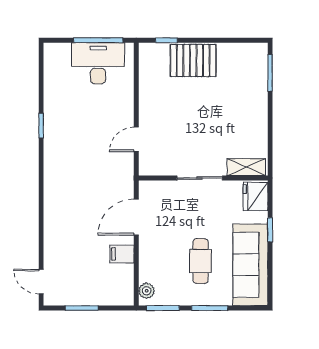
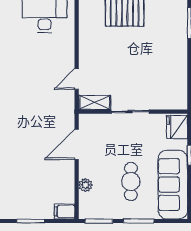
shelving: (246, 167) -> (95, 102), moved
filing cabinet: (122, 254) -> (65, 211), moved
plant: (147, 291) -> (85, 185), moved

